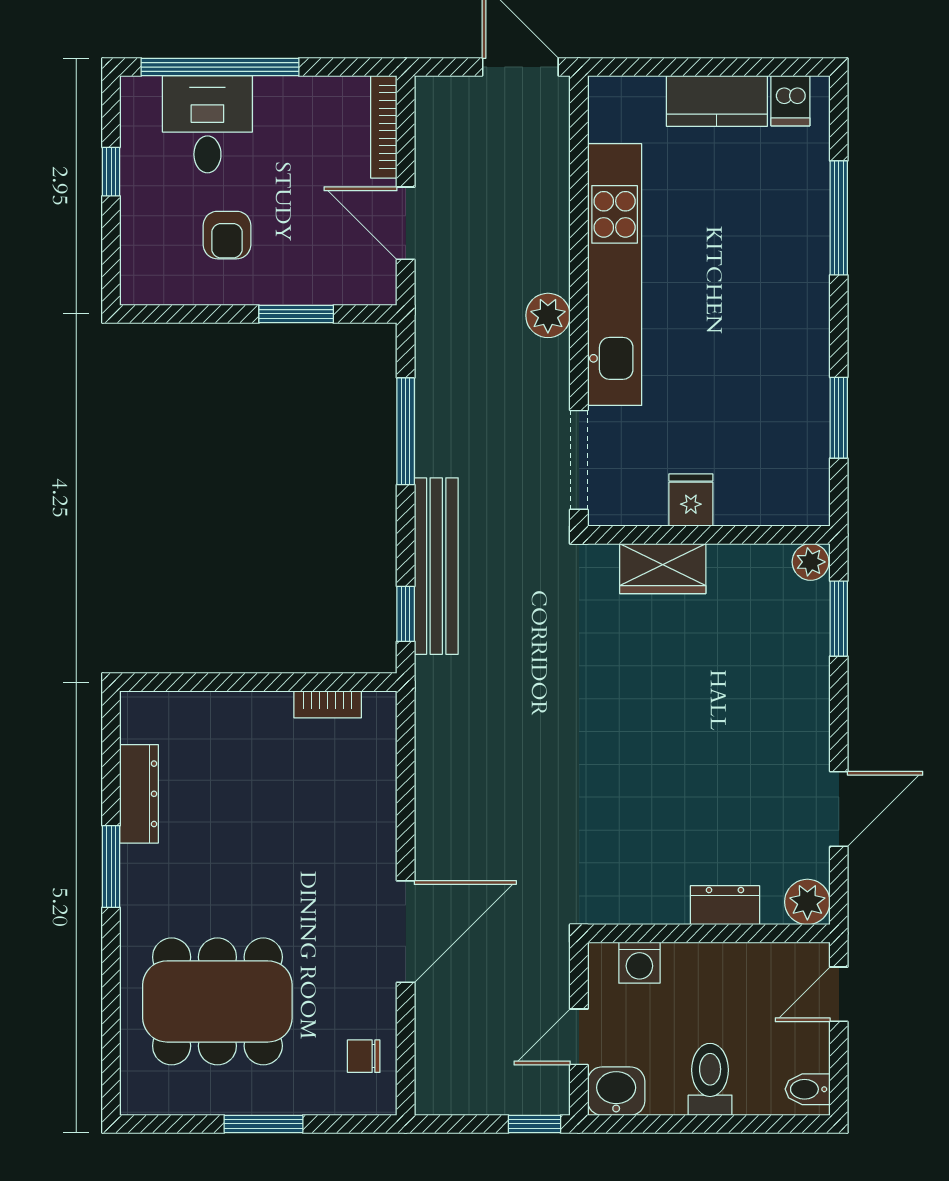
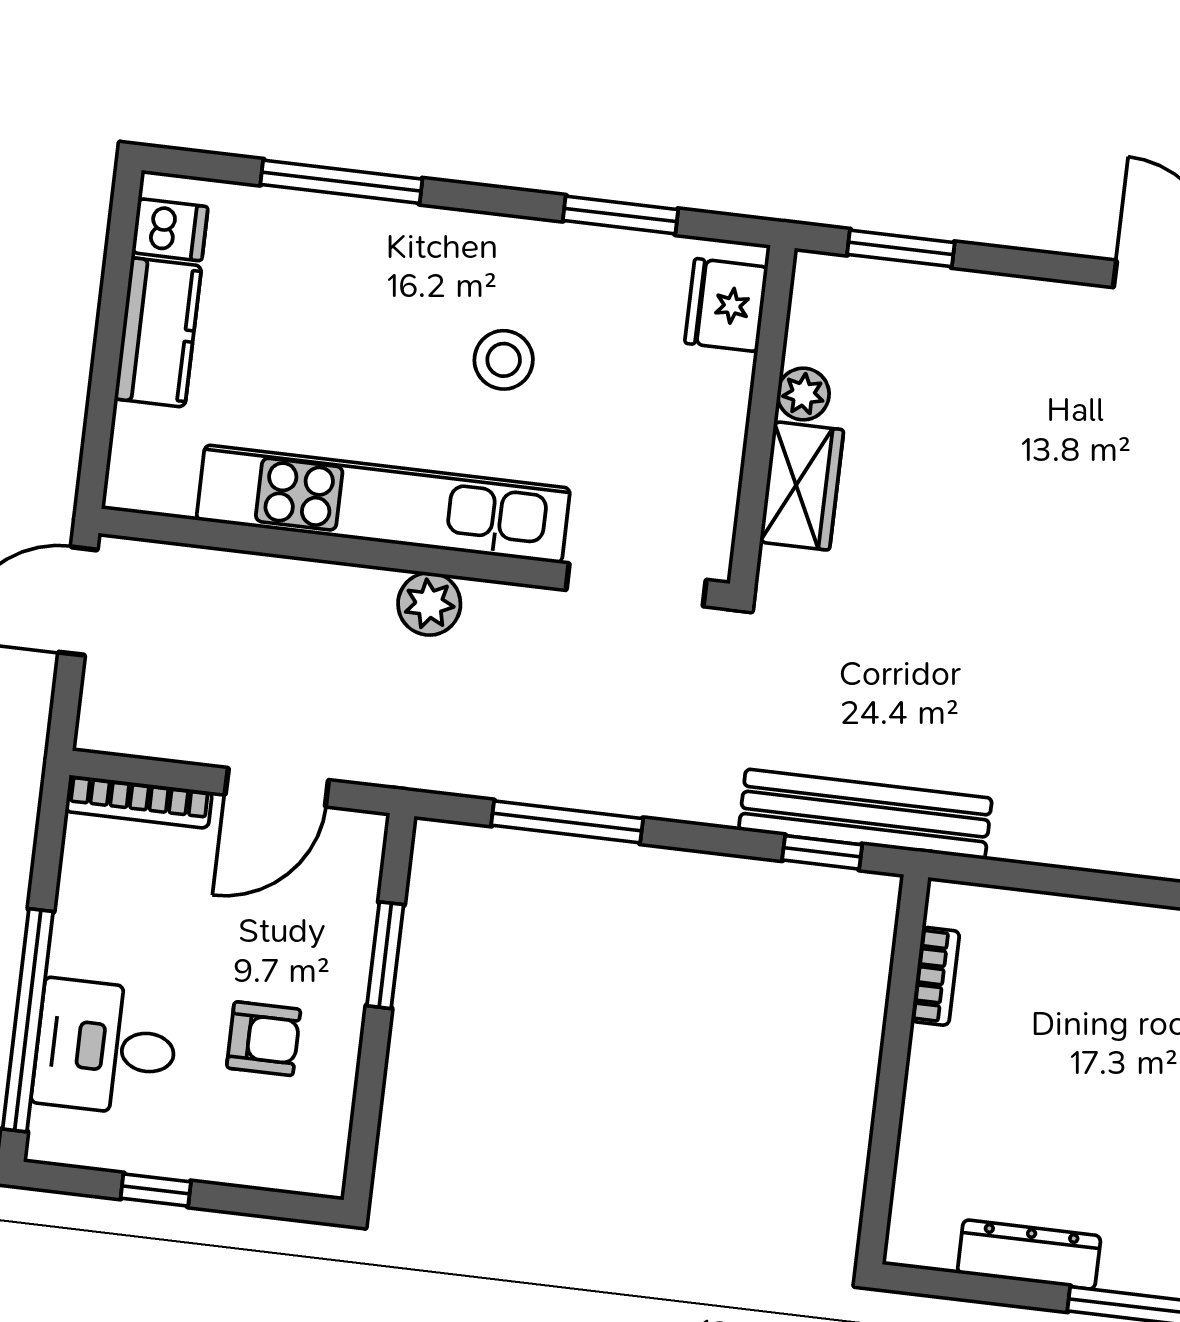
stool: (727, 347) -> (504, 360), added
fridge: (691, 500) -> (726, 305), moved, width x1.38
plant: (811, 562) -> (803, 394), moved
bench: (436, 566) -> (865, 814), moved

